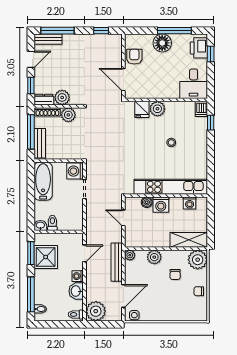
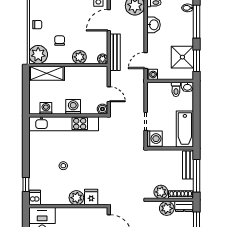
boiler: (147, 202) -> (102, 109), moved
washing machine: (78, 276) -> (152, 74), moved

